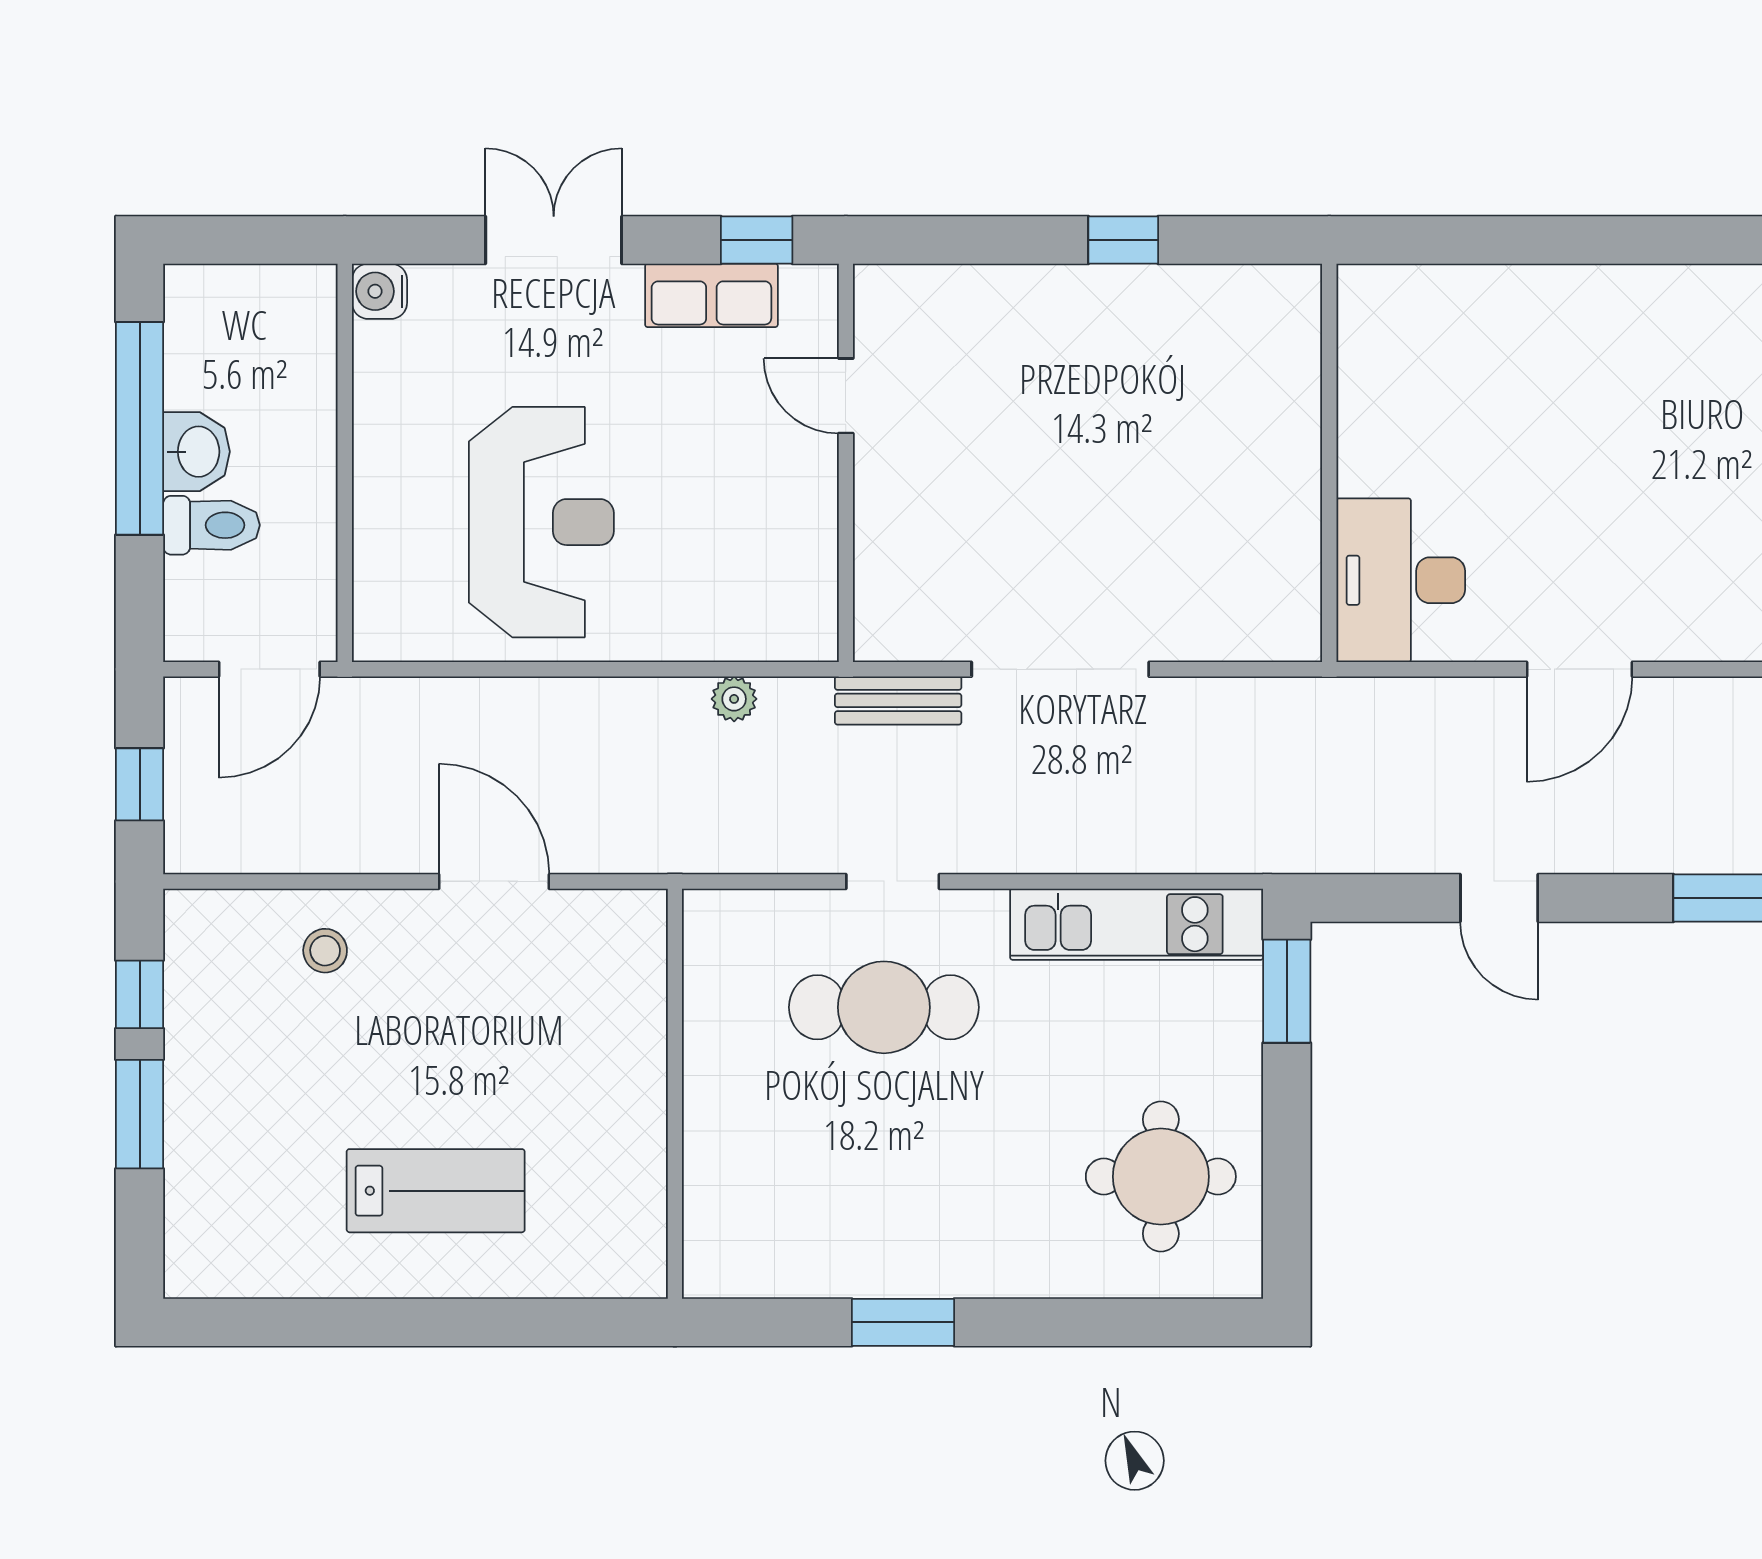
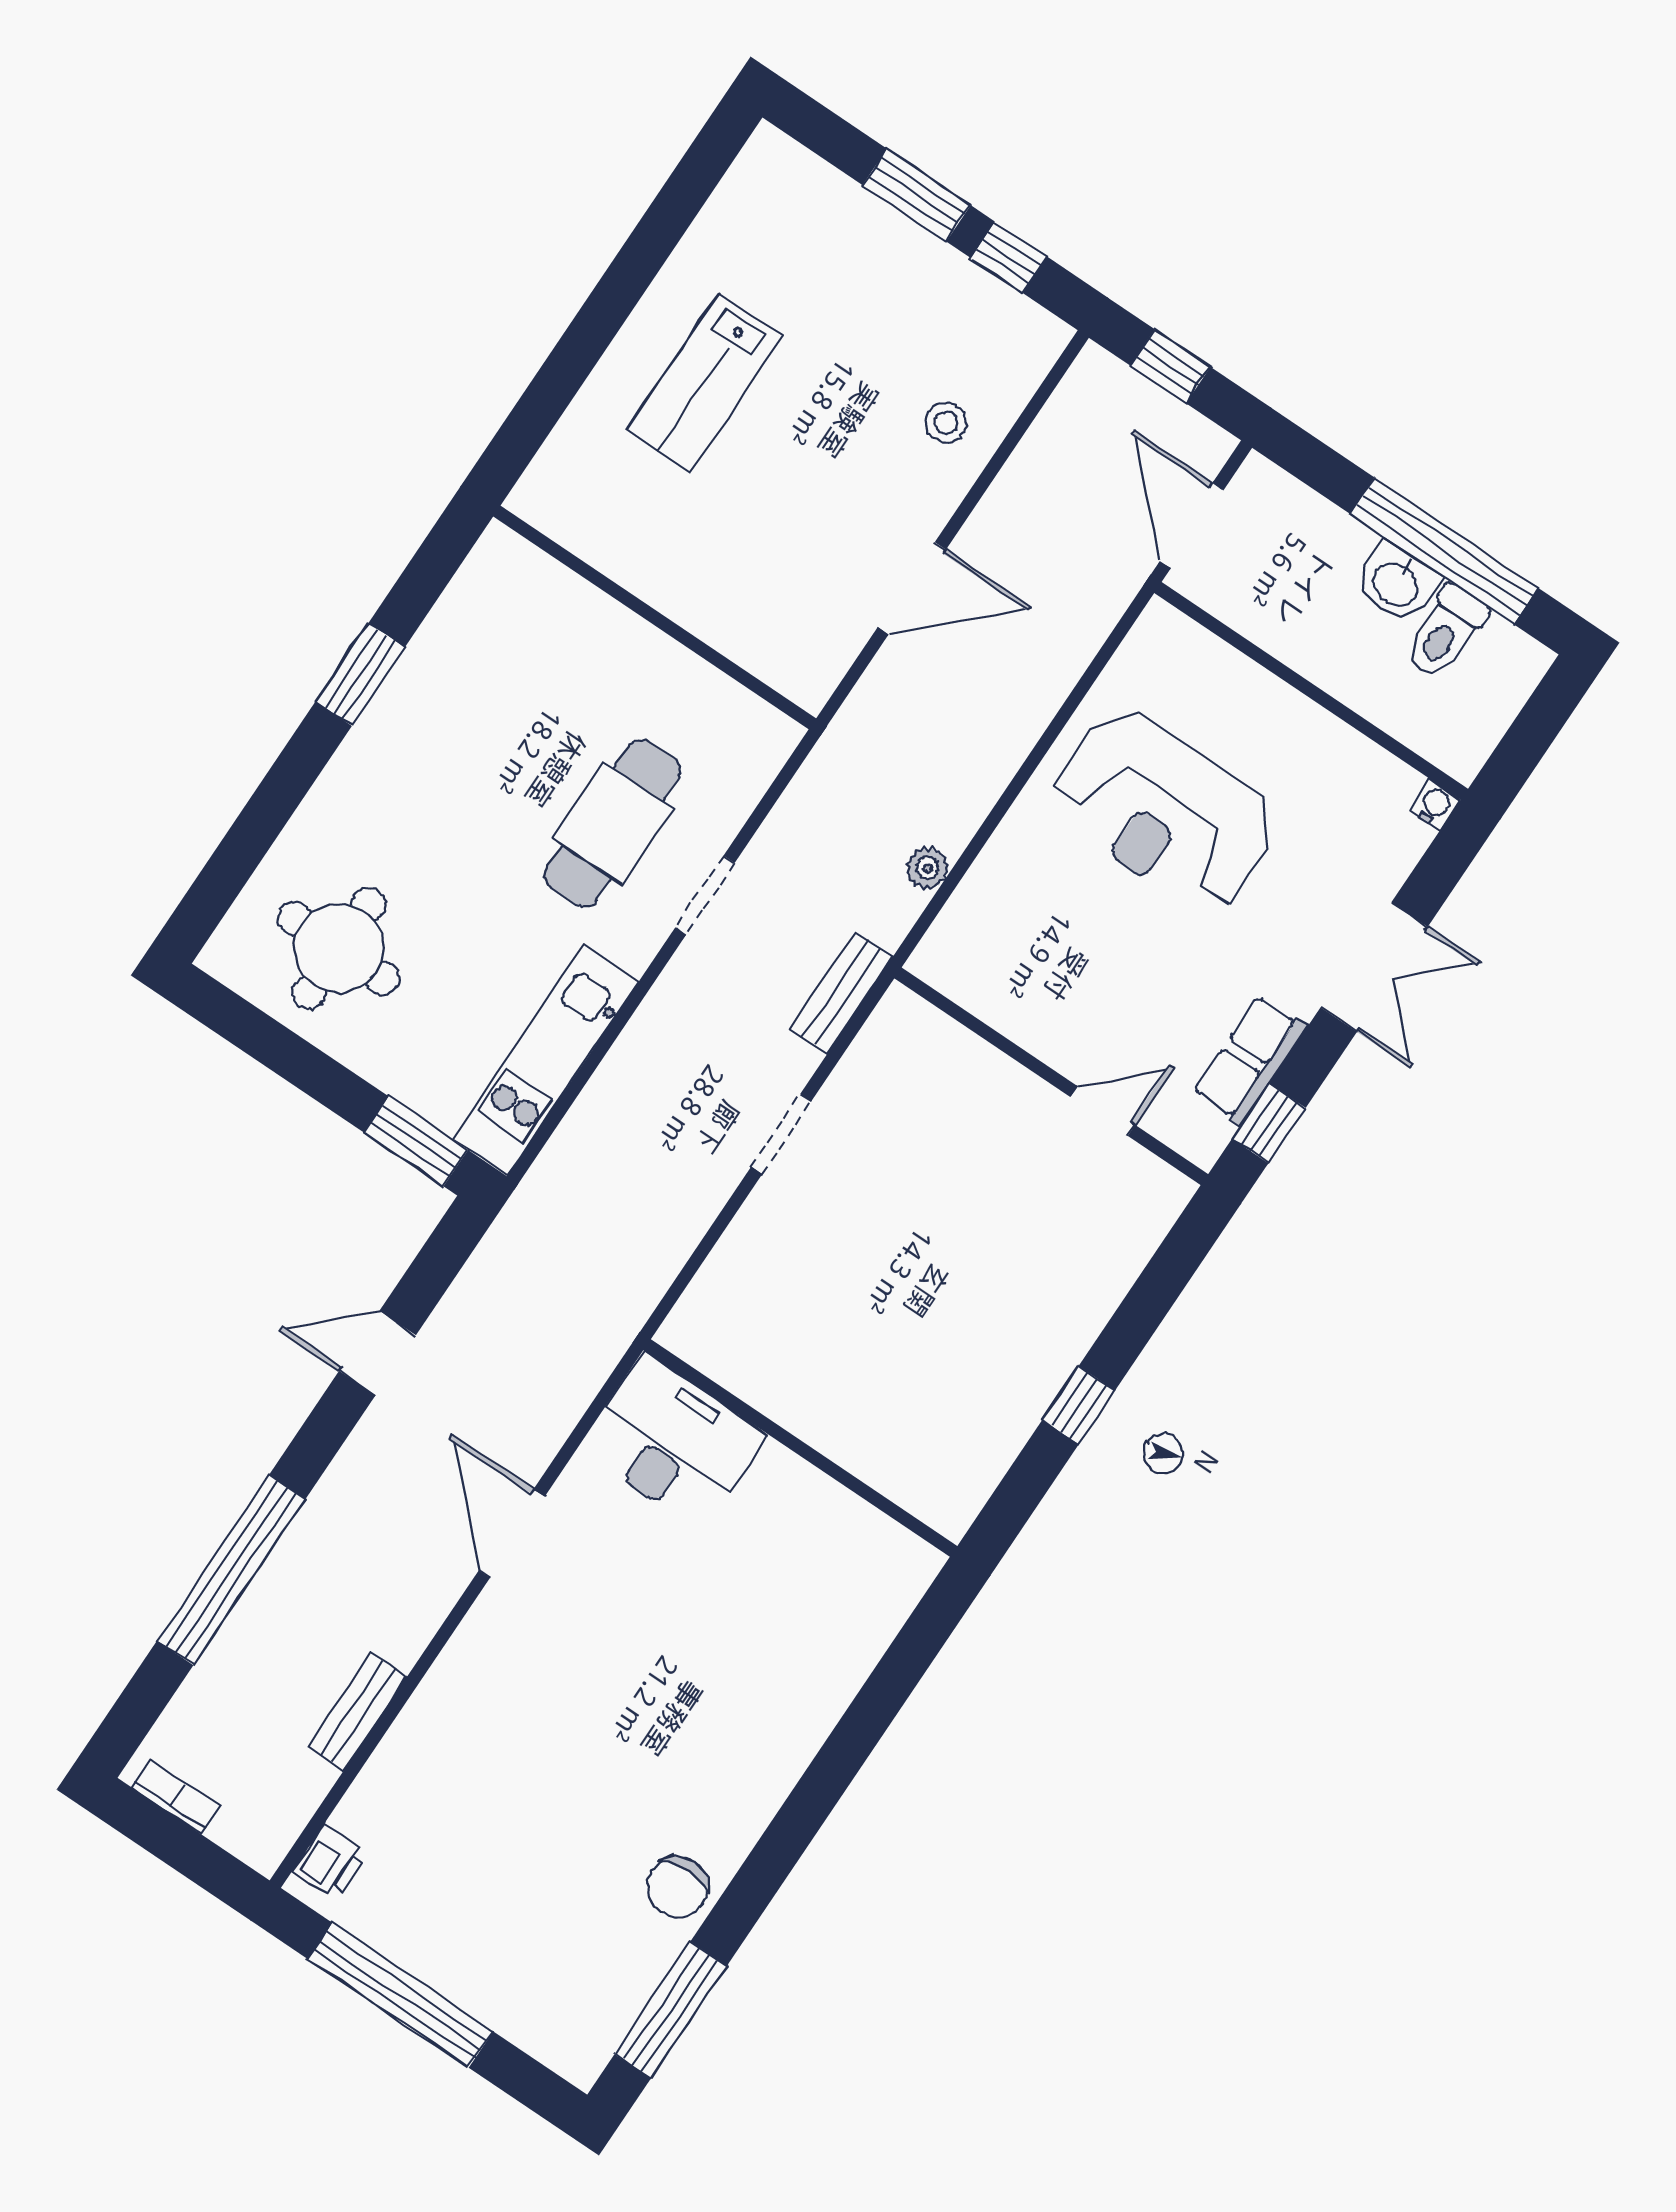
water cooler: (379, 291) -> (1435, 805), width x0.72, depth x0.72
toilet: (212, 525) -> (1445, 632), moved
doorway: (1060, 669) -> (781, 1134), width x0.53

